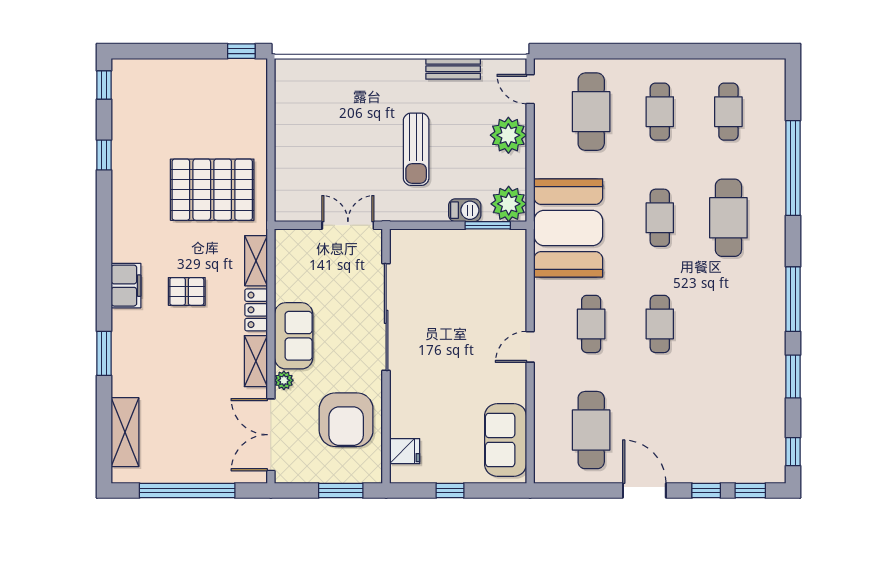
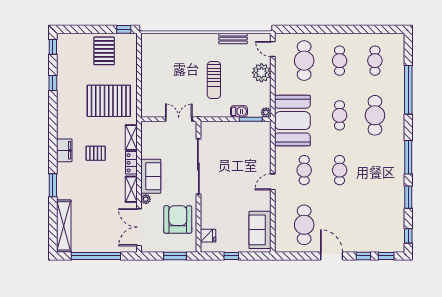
pallet: (203, 93) -> (104, 51), added
plant: (509, 204) -> (266, 112), width x0.53, depth x0.53
armchair: (346, 420) -> (178, 219), turned 180
shelving: (125, 432) -> (64, 226), width x1.47

